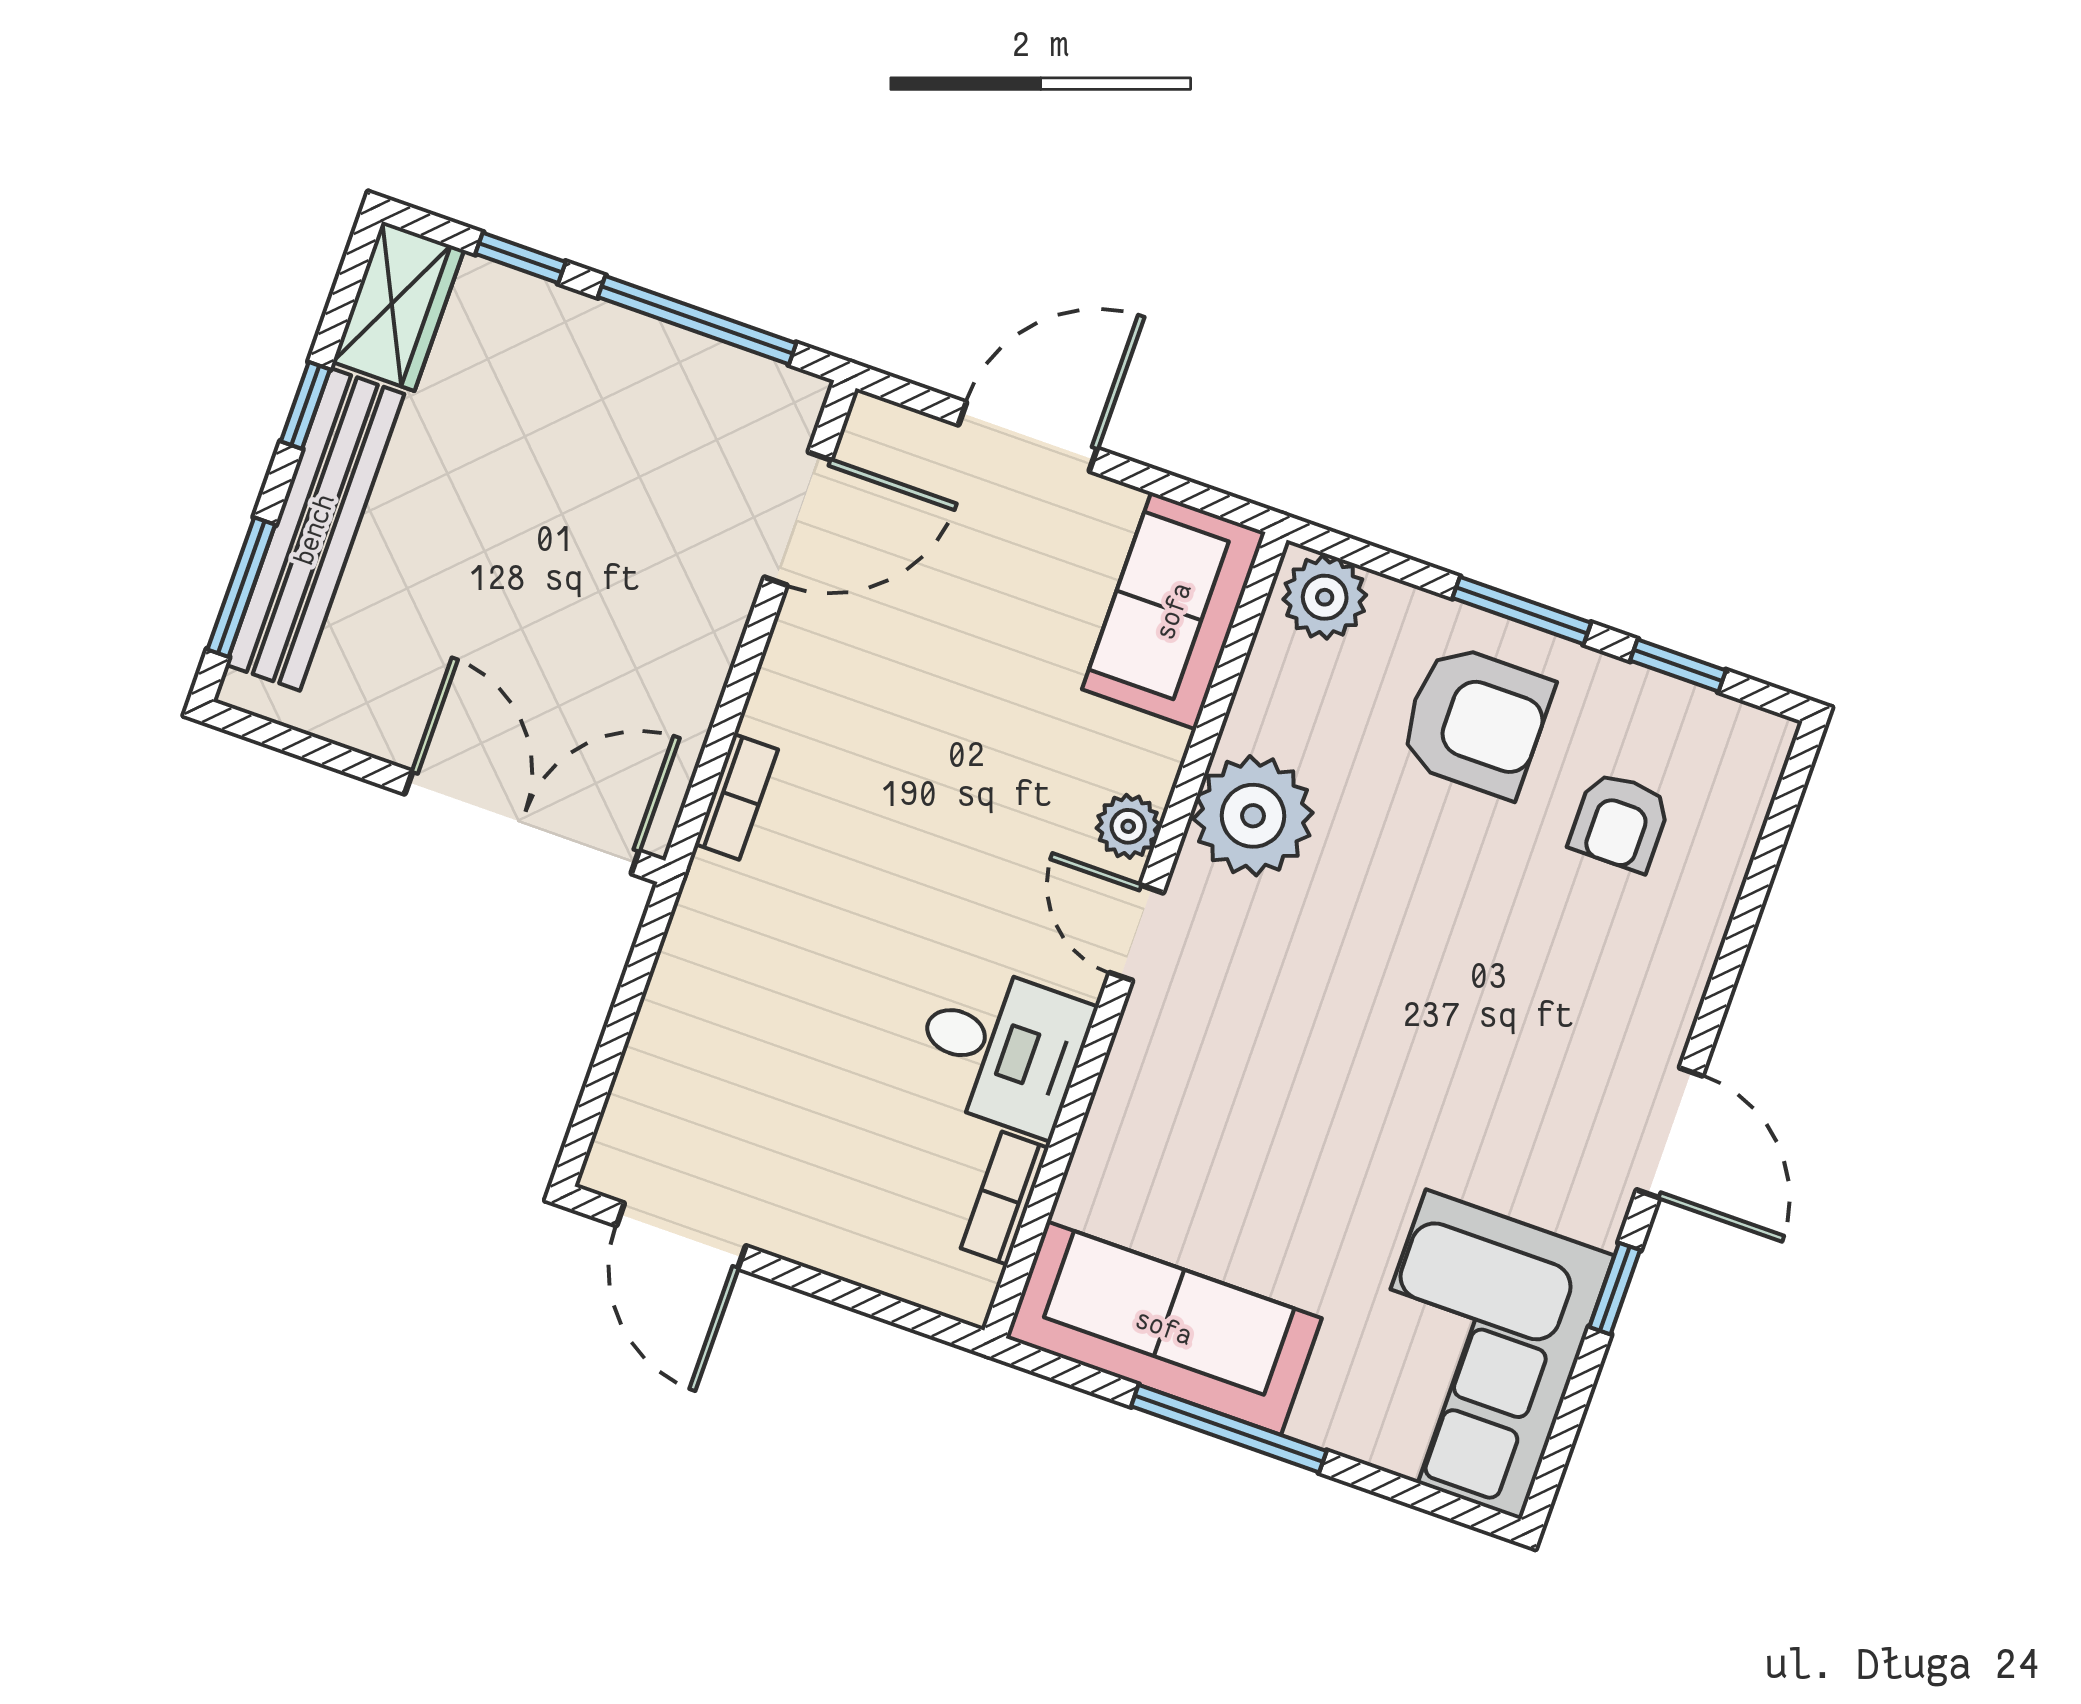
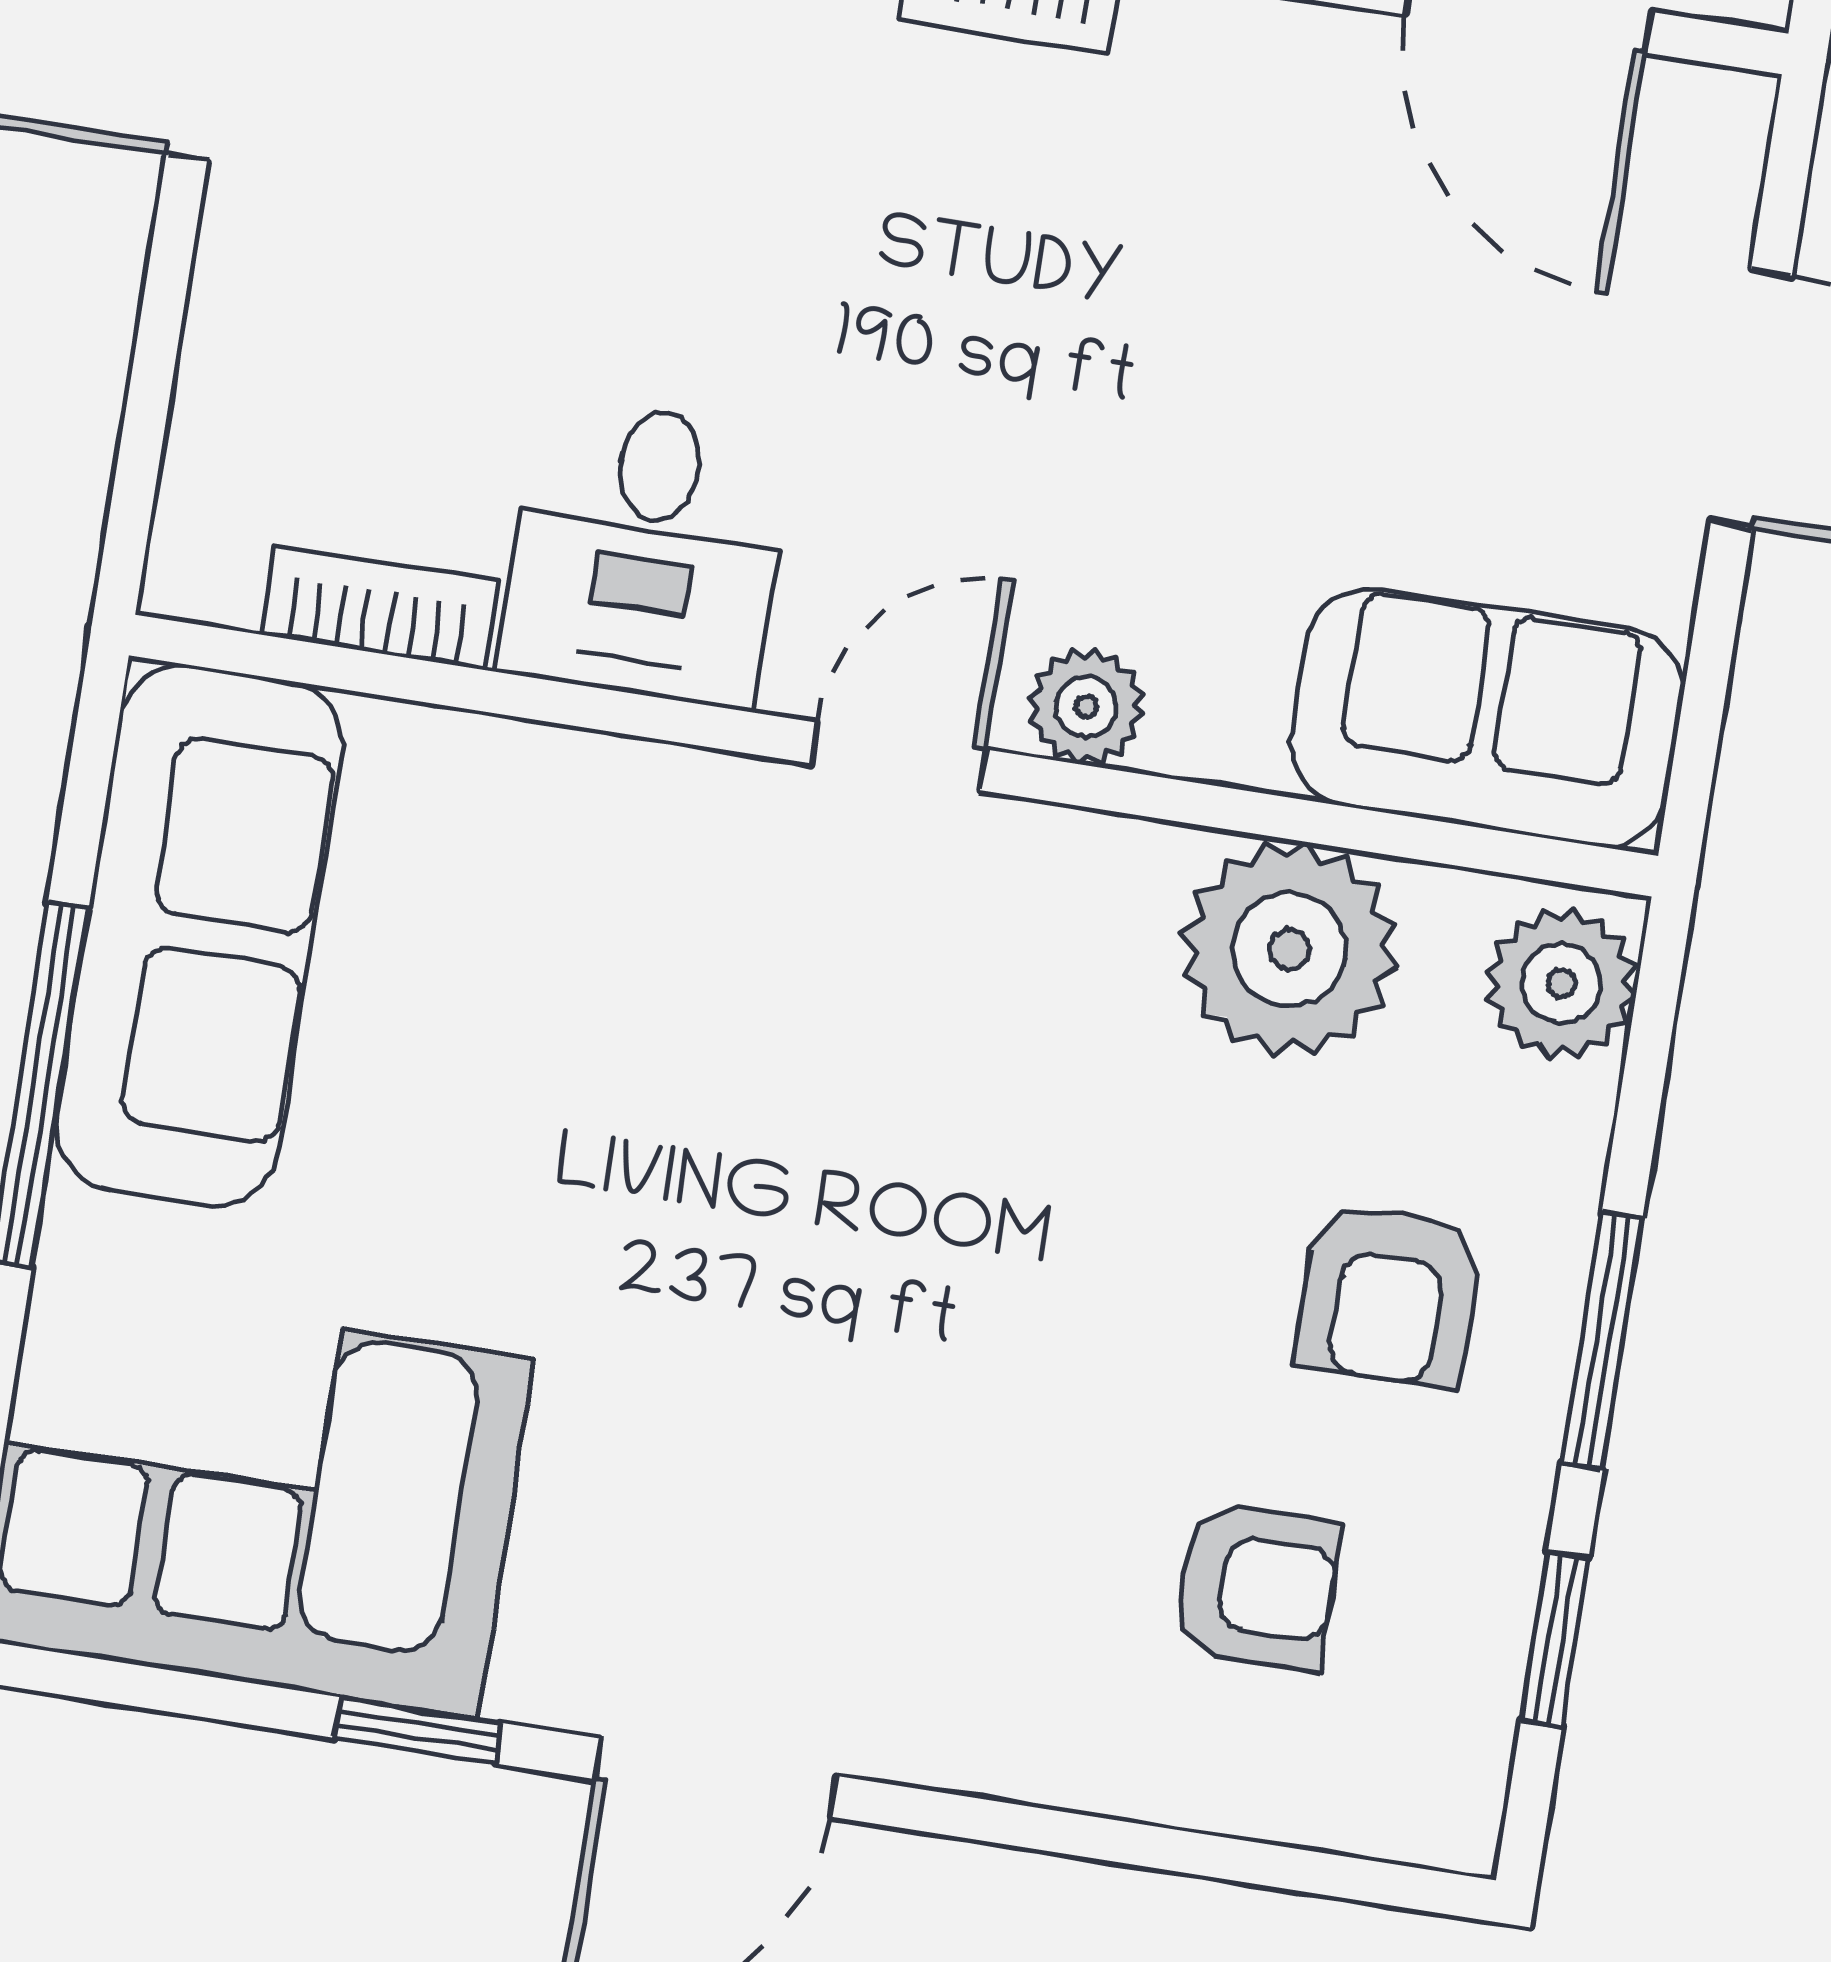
armchair: (1476, 721) -> (1389, 1295), width x0.72, depth x0.72
plant: (1253, 816) -> (1289, 950), moved
armchair: (1620, 822) -> (1256, 1586), turned 180

